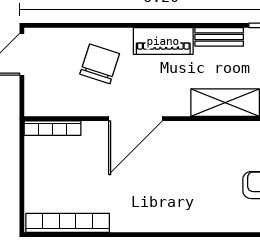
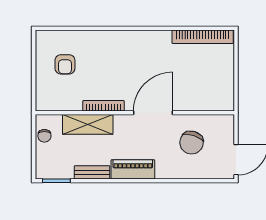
chair: (100, 64) -> (192, 143), moved
bookcase: (52, 128) -> (103, 106), moved

